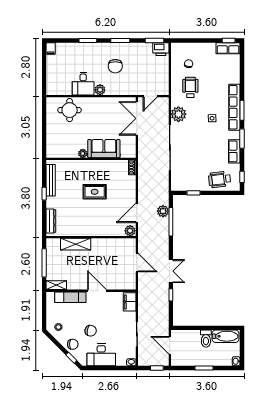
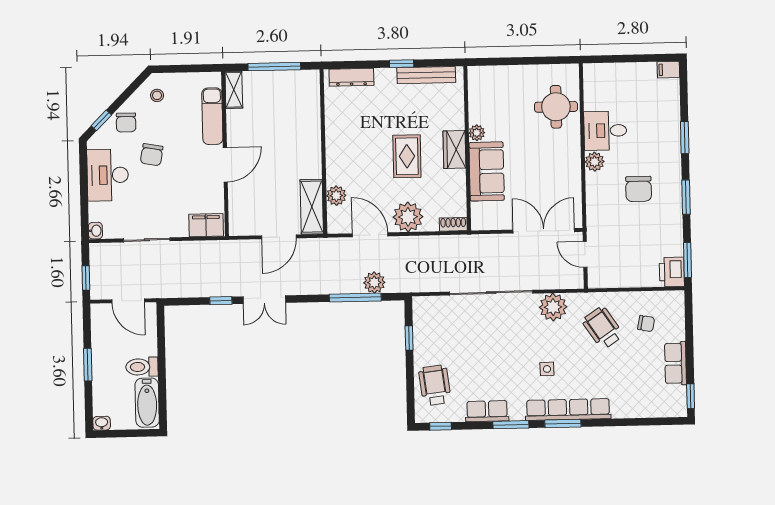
row of seats: (228, 48) -> (676, 363), moved
chair: (115, 66) -> (639, 189), turned -90
wheelchair: (190, 87) -> (603, 328), turned -124
wardrobe: (92, 166) -> (454, 150), added
plant: (128, 192) -> (408, 217), added
plant: (130, 231) -> (336, 196), moved
shelving: (76, 244) -> (312, 207), moved
door: (170, 345) -> (128, 301), swing flipped

